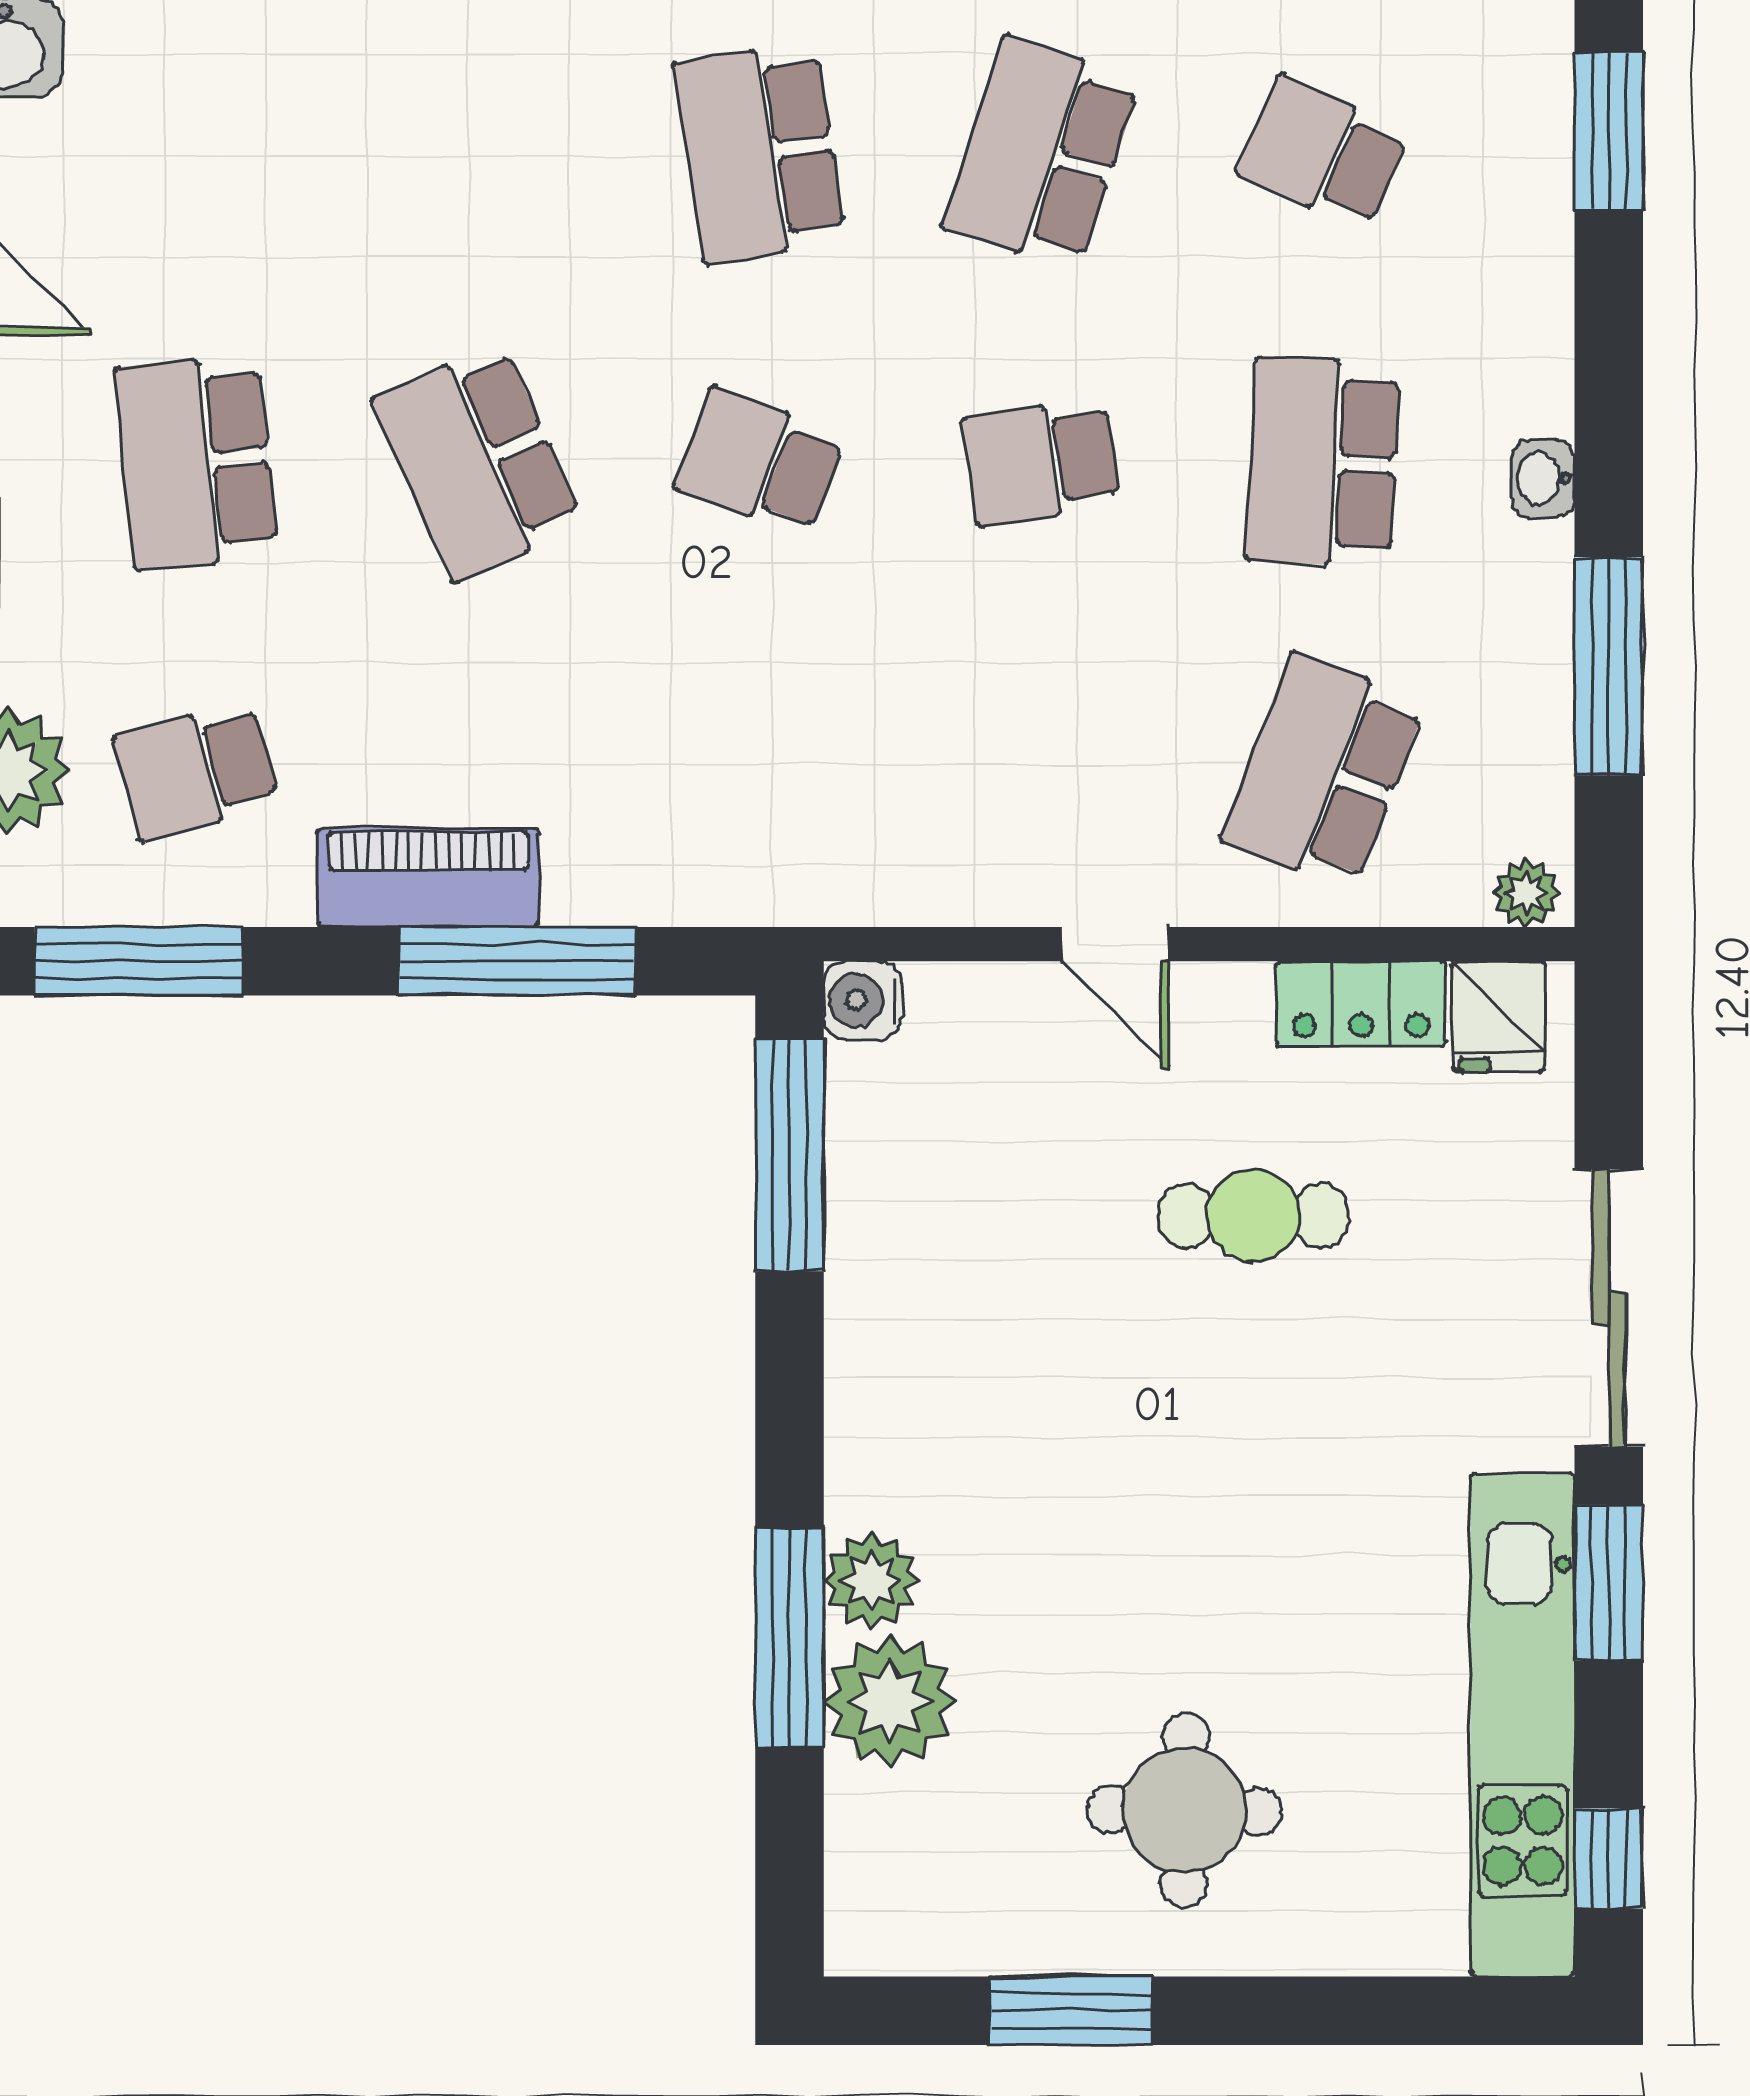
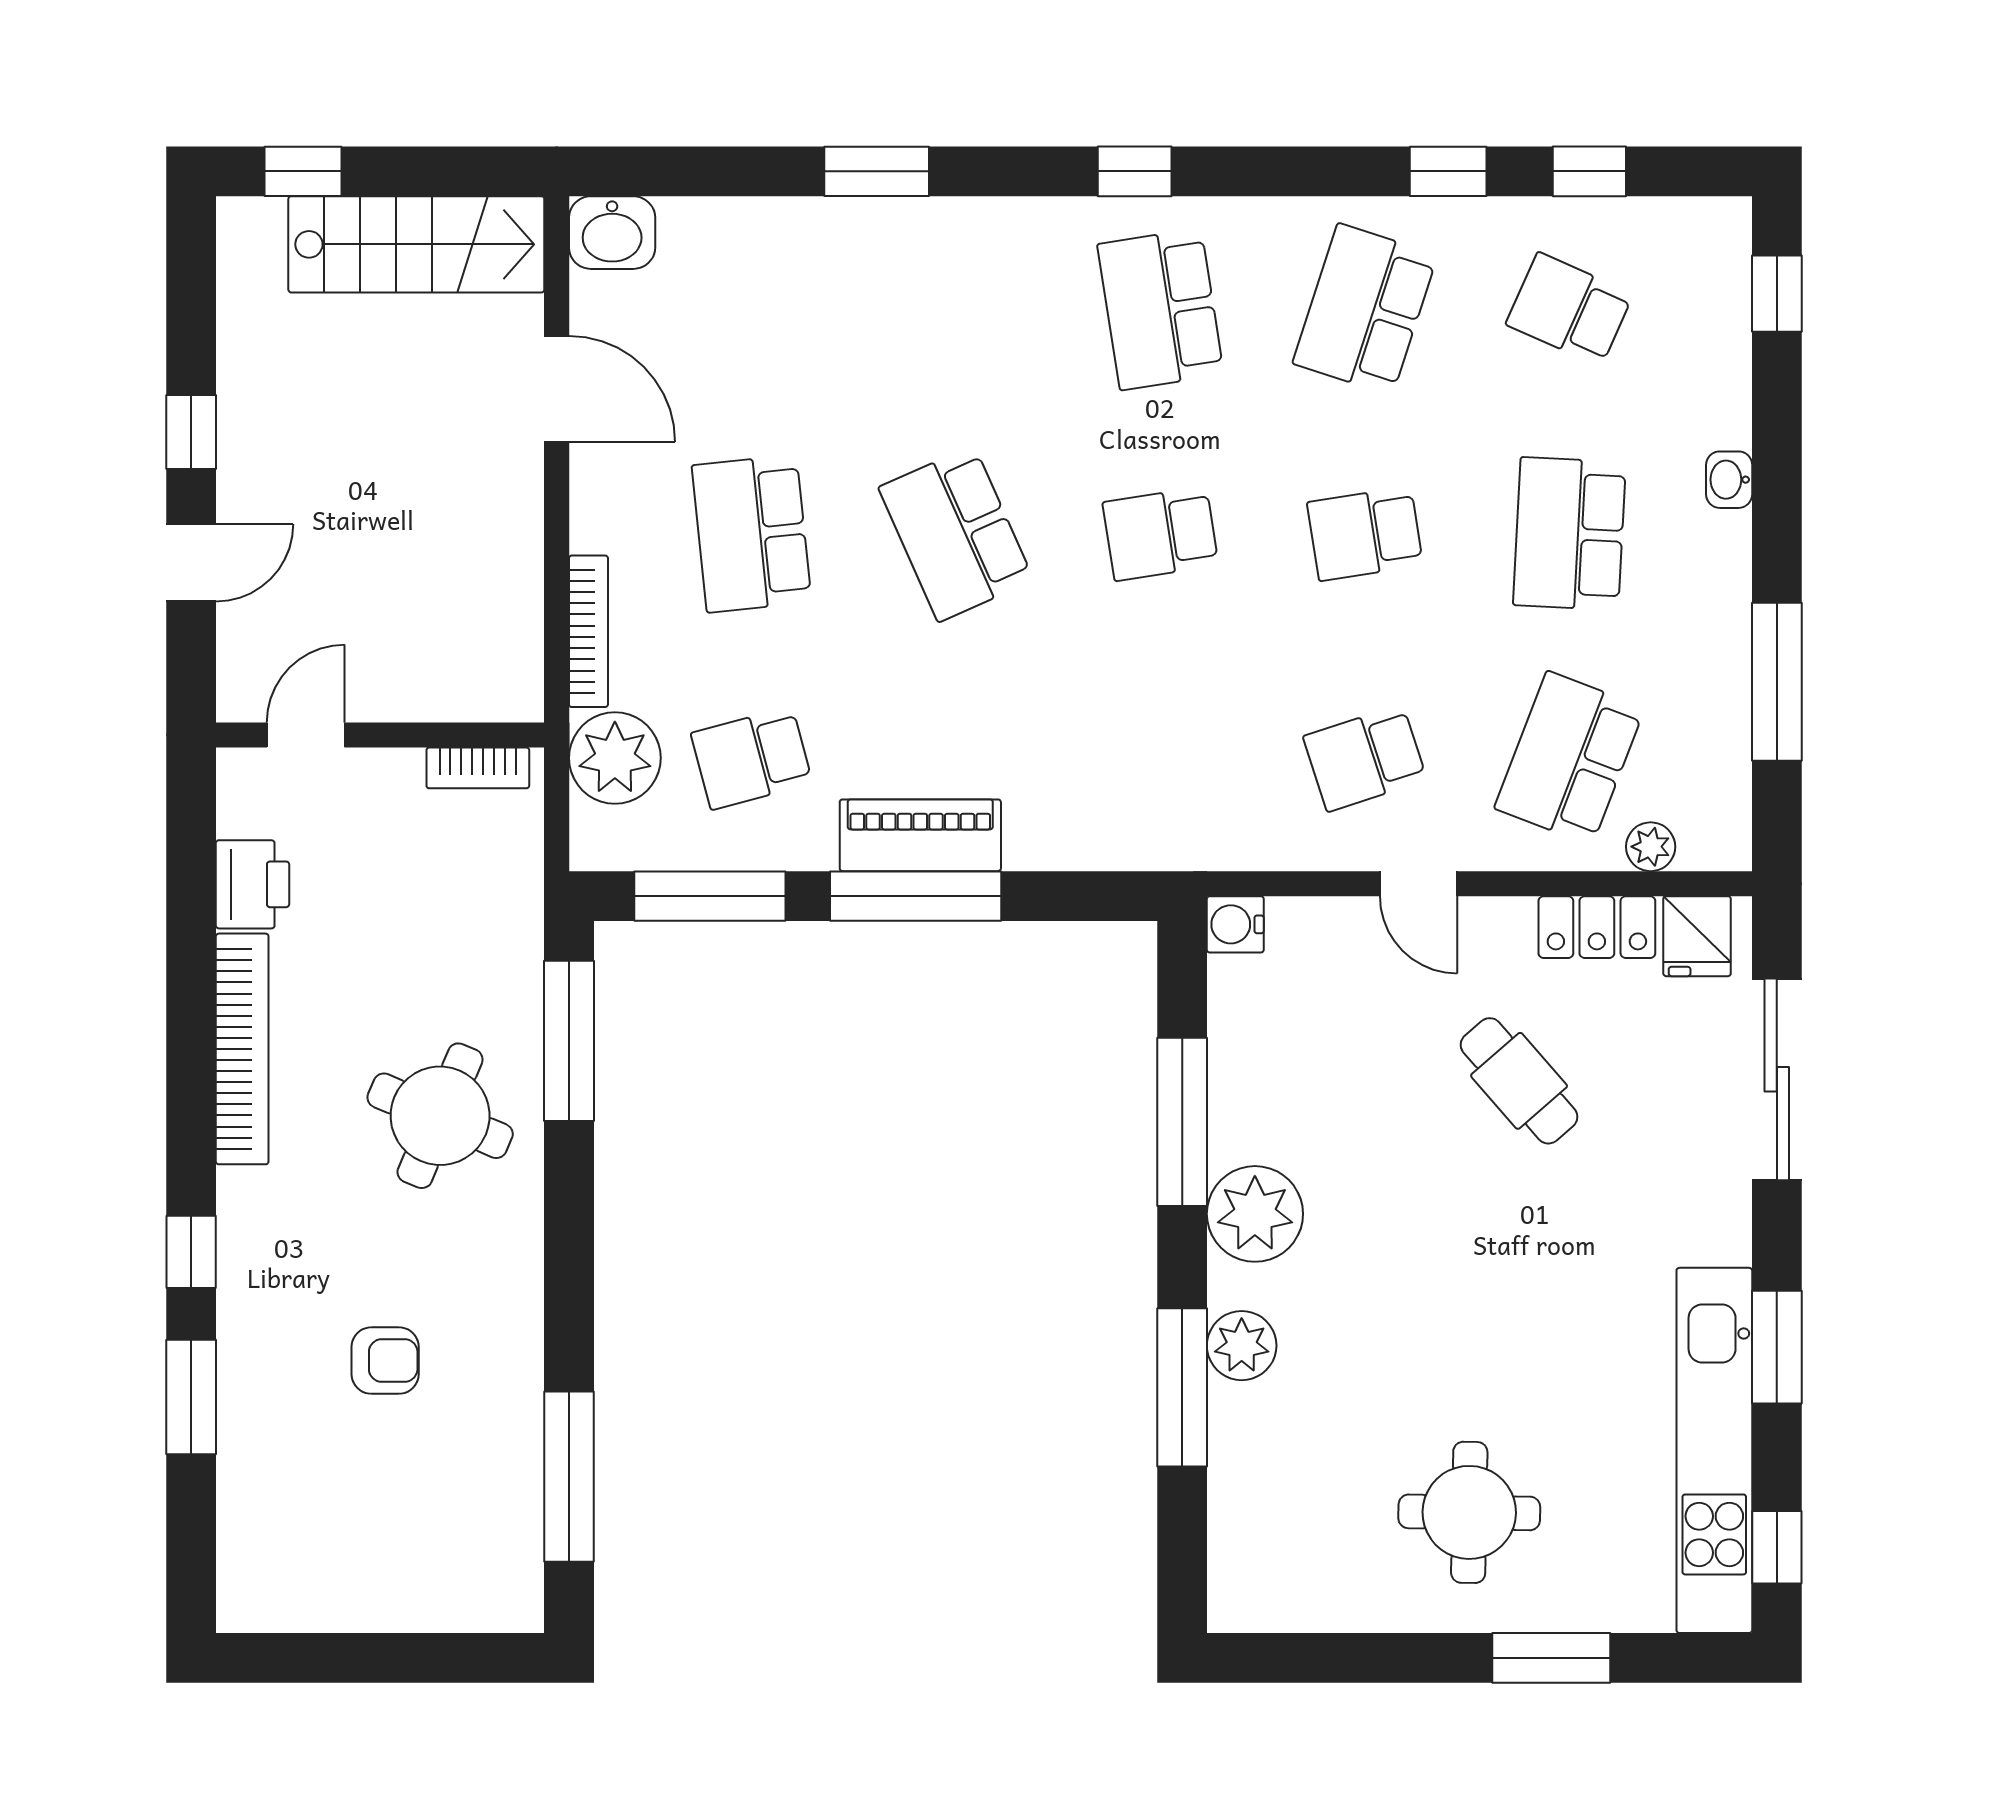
window: (1609, 131) -> (1777, 294), width x0.67
school desk: (760, 462) -> (1161, 534), turned -30
washbasin: (1543, 478) -> (1729, 480), moved
school desk: (1041, 771) -> (1365, 758), added
plant: (1526, 893) -> (1651, 847), moved
window: (517, 961) -> (916, 896), moved
window: (789, 1155) -> (1182, 1122), moved
cafe table: (1253, 1216) -> (1519, 1081), turned 49
sliding door: (1609, 1308) -> (1777, 1079), moved
plant: (890, 1701) -> (1255, 1214), moved
window: (1072, 2011) -> (1551, 1658), moved

